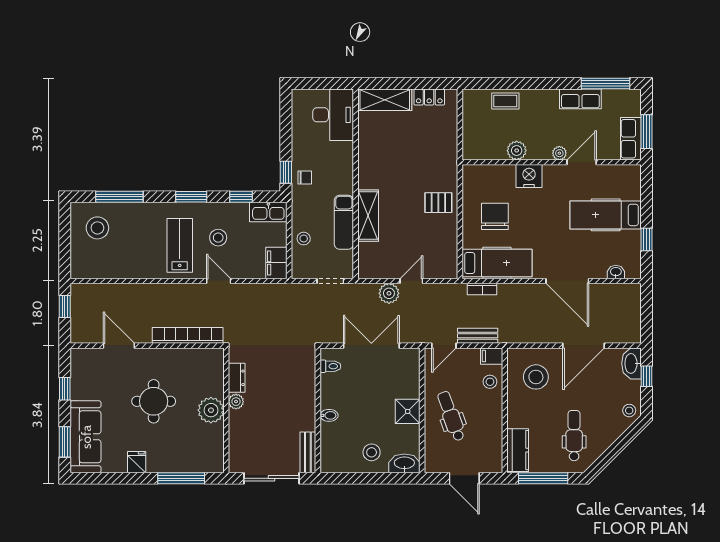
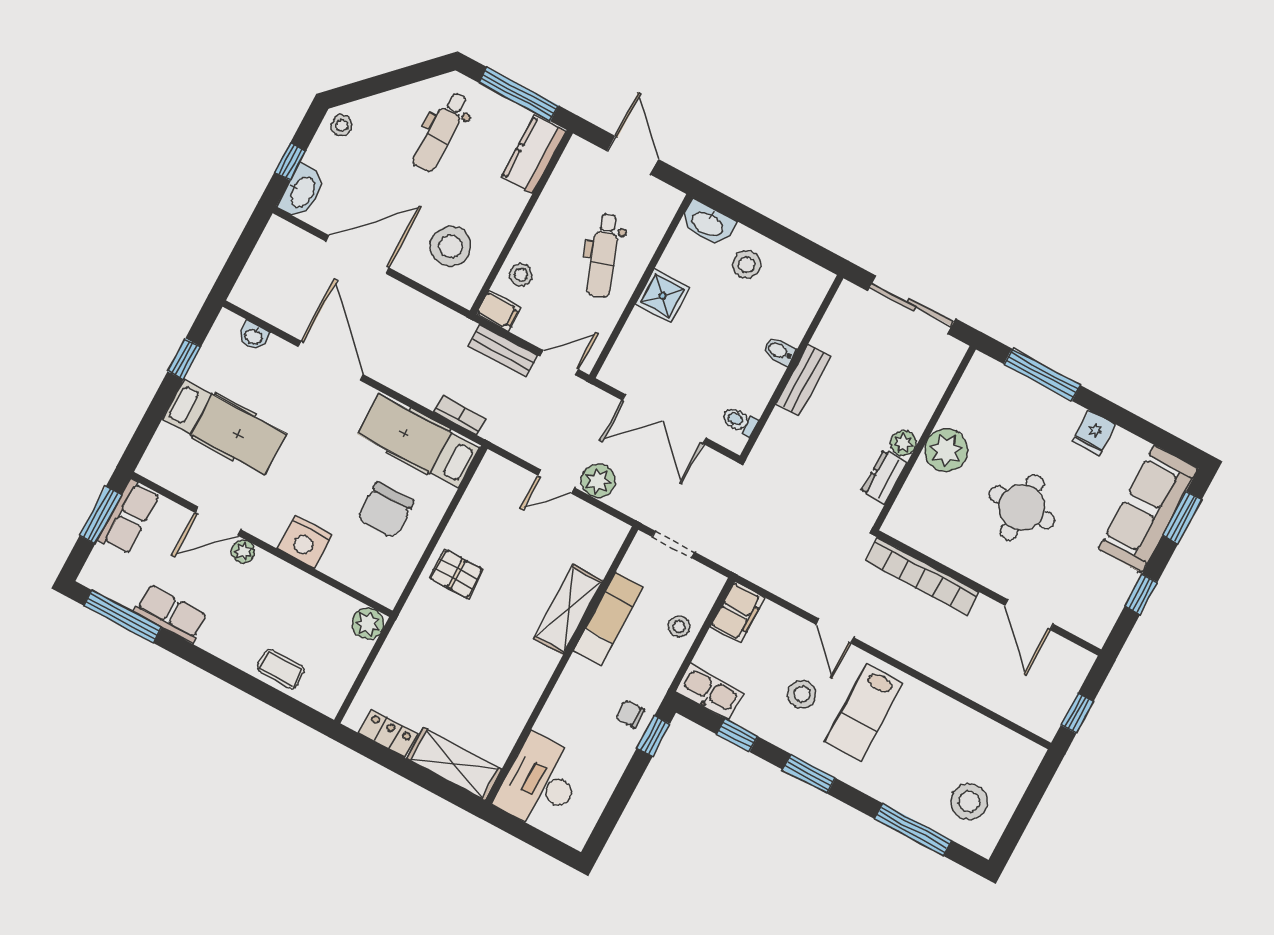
plant: (517, 150) -> (368, 623), moved
bench: (308, 452) -> (803, 380), moved

